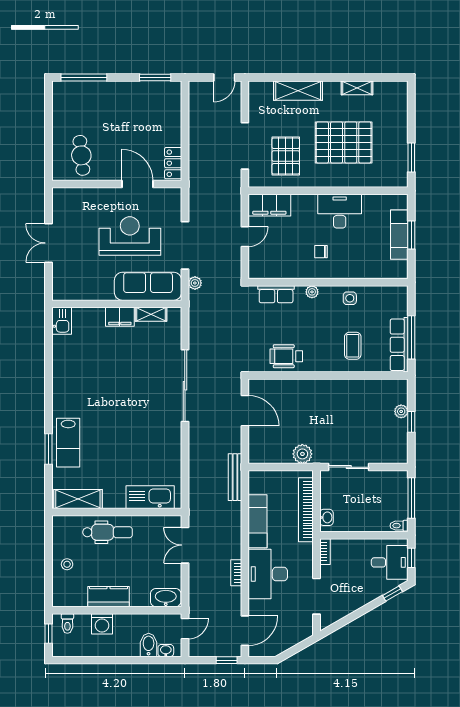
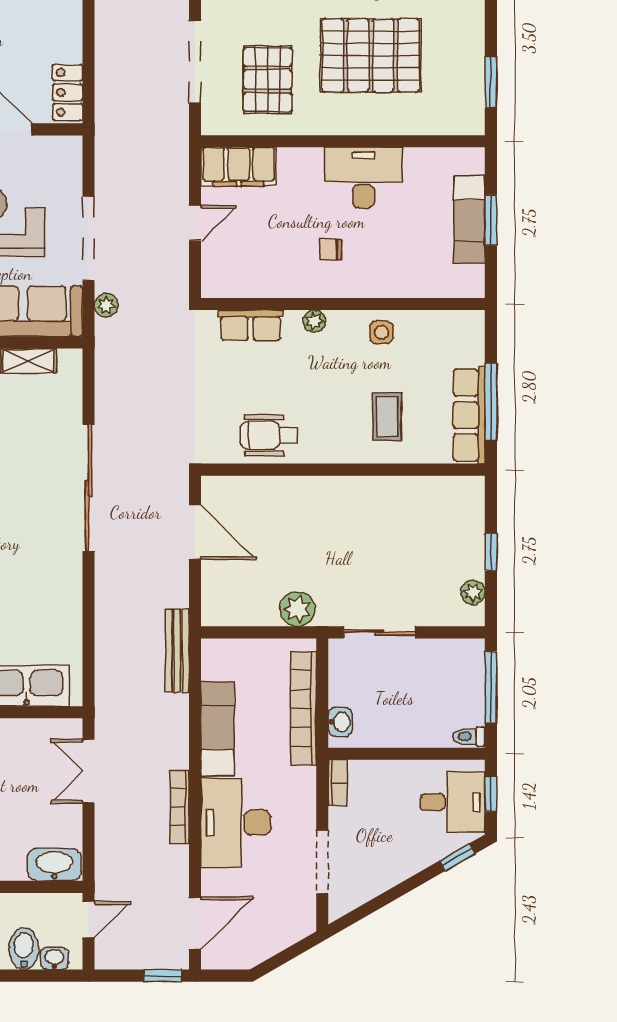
plant: (401, 411) -> (473, 592), moved
bookcase: (236, 573) -> (180, 807), width x1.56

